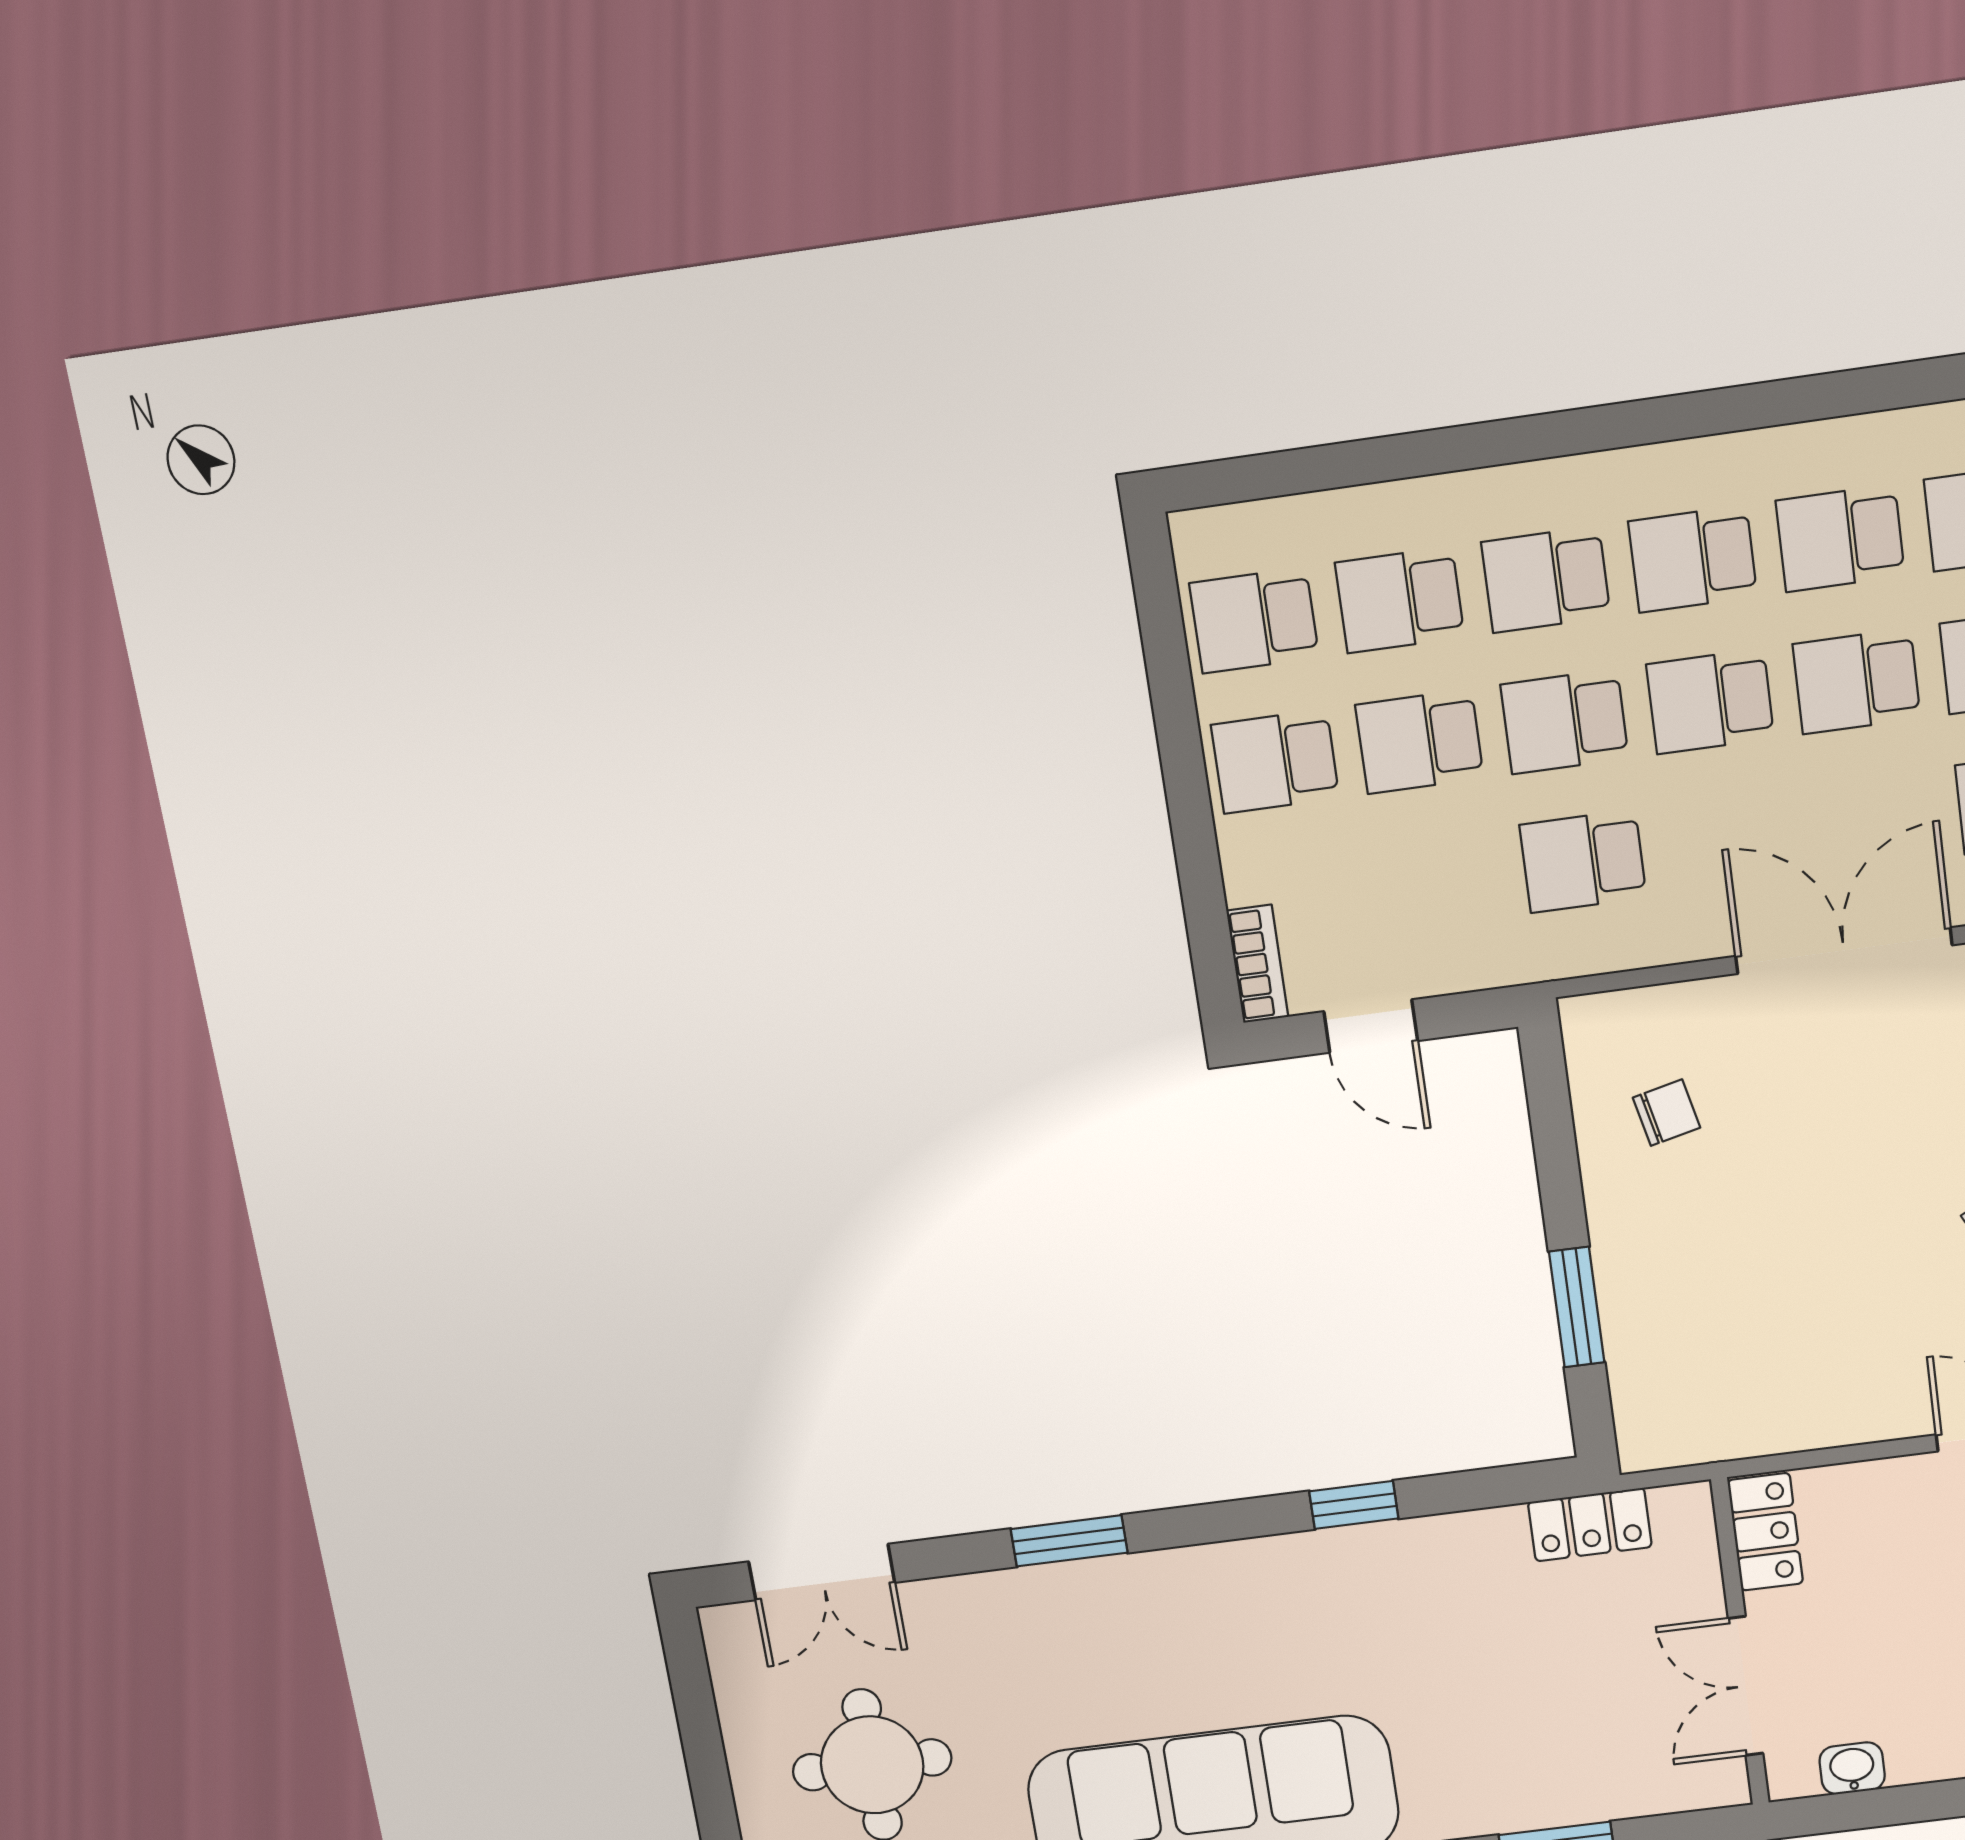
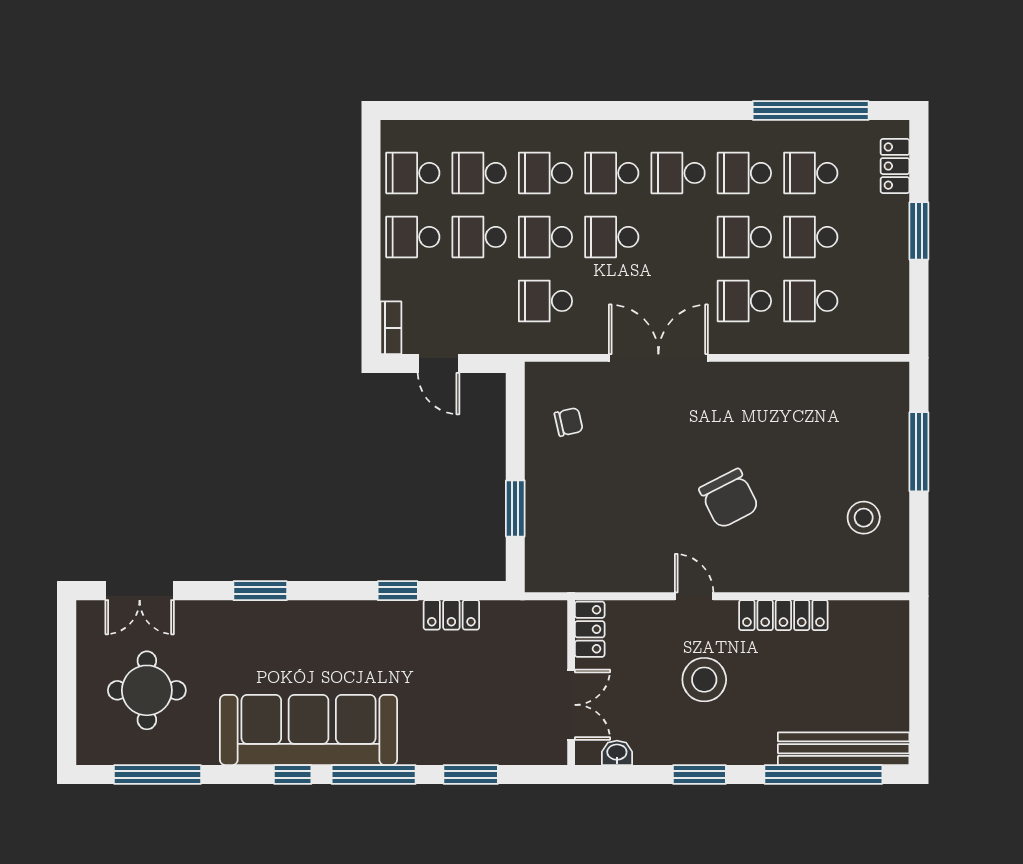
school desk: (1857, 681) -> (678, 237), removed
locker: (1590, 1525) -> (451, 615), moved
double door: (1746, 1686) -> (571, 705), swing flipped

